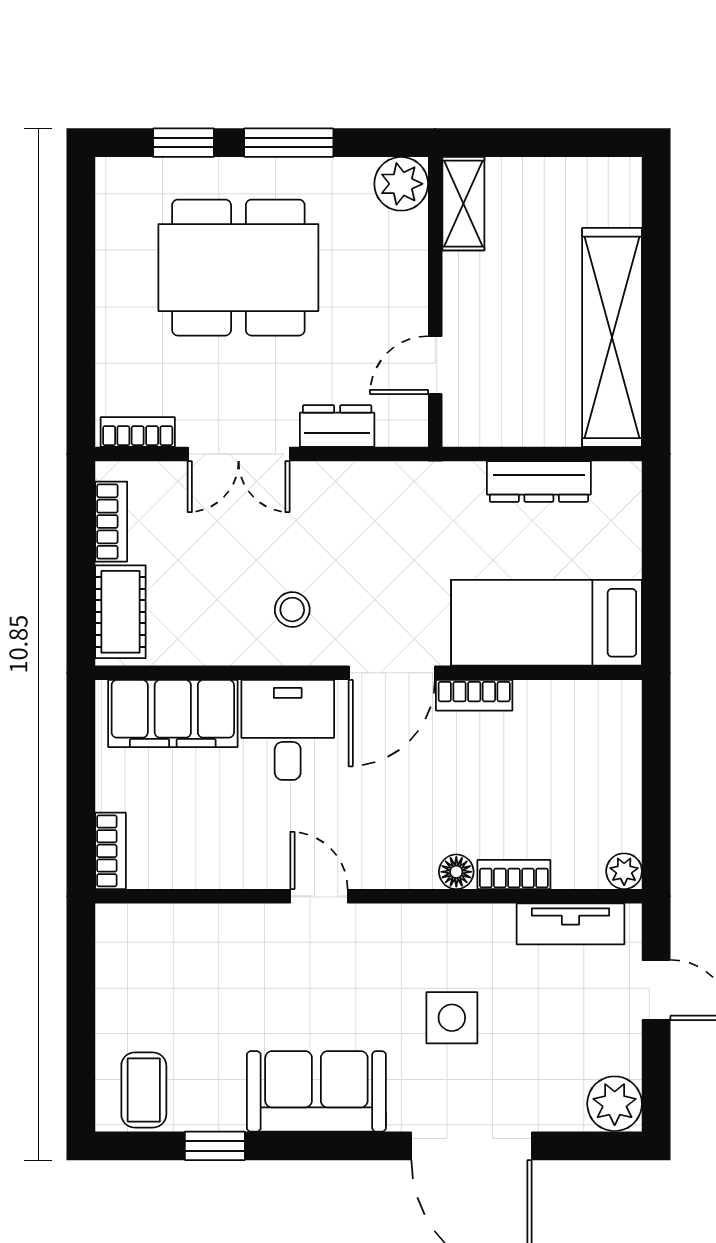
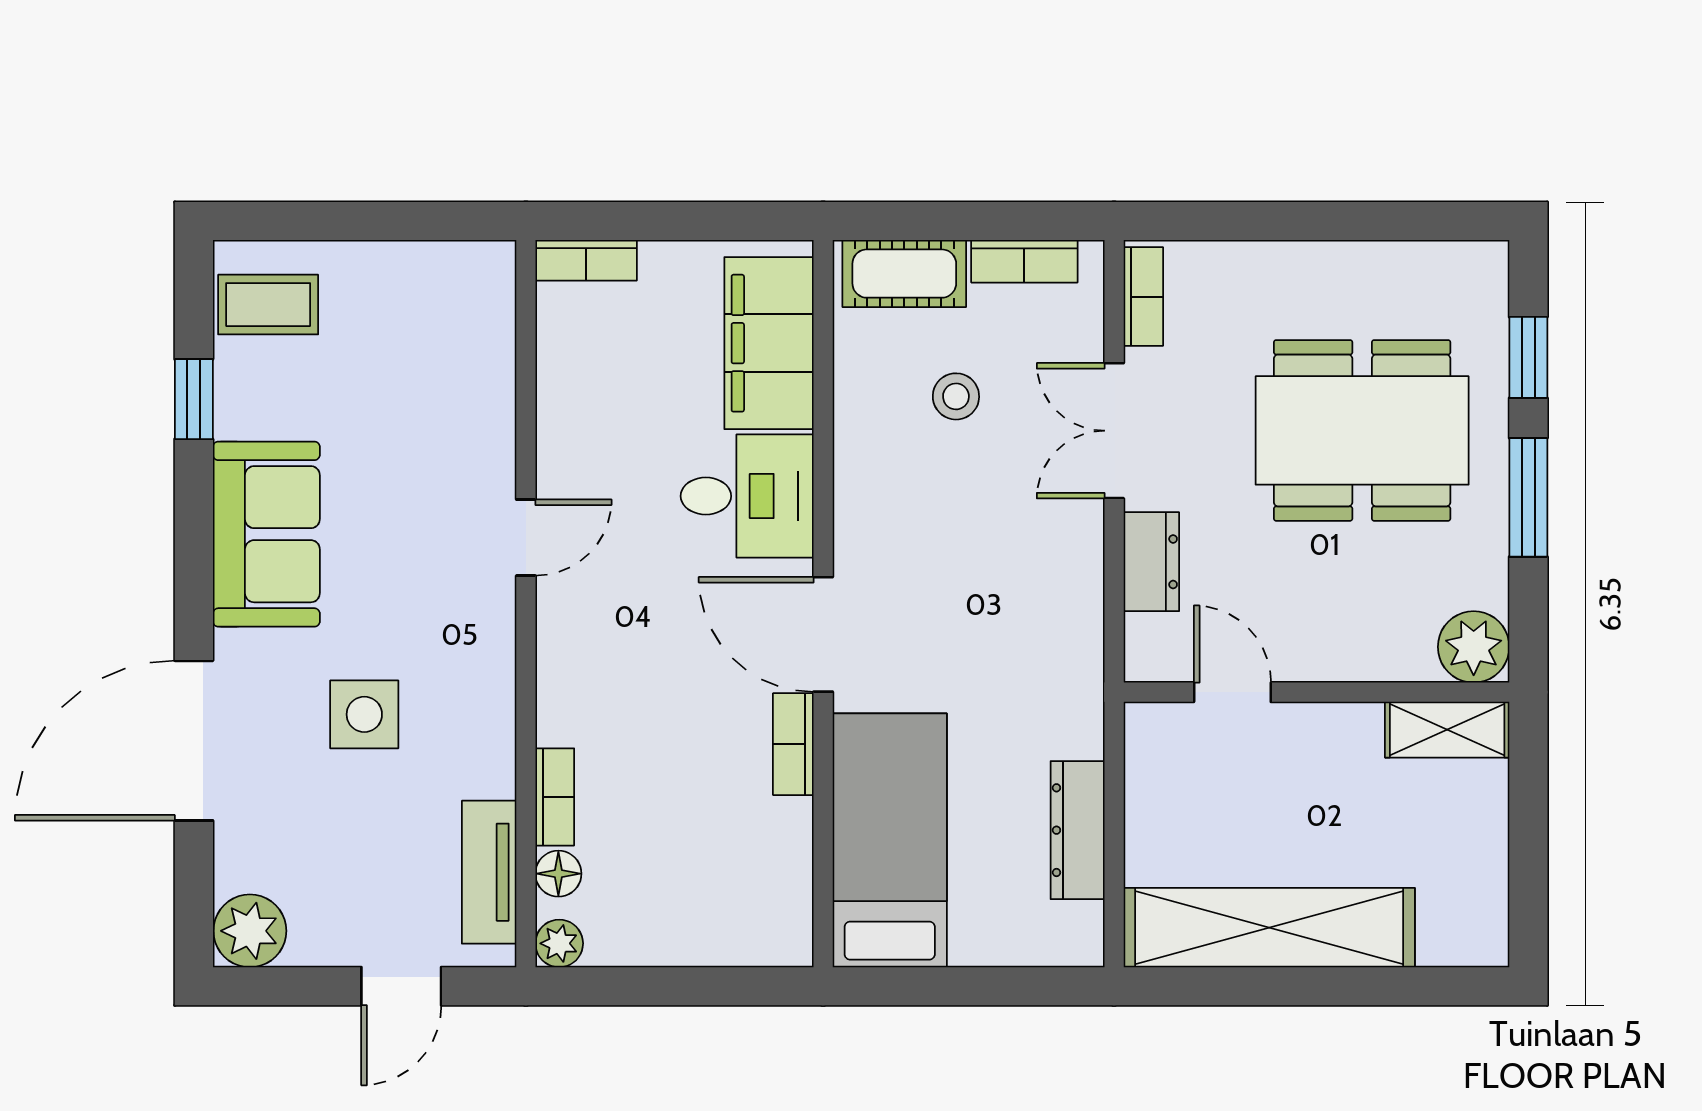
dining table: (238, 268) -> (1362, 430), turned 90
stool: (292, 610) -> (956, 396), moved
floor lamp: (456, 872) -> (558, 874), moved

